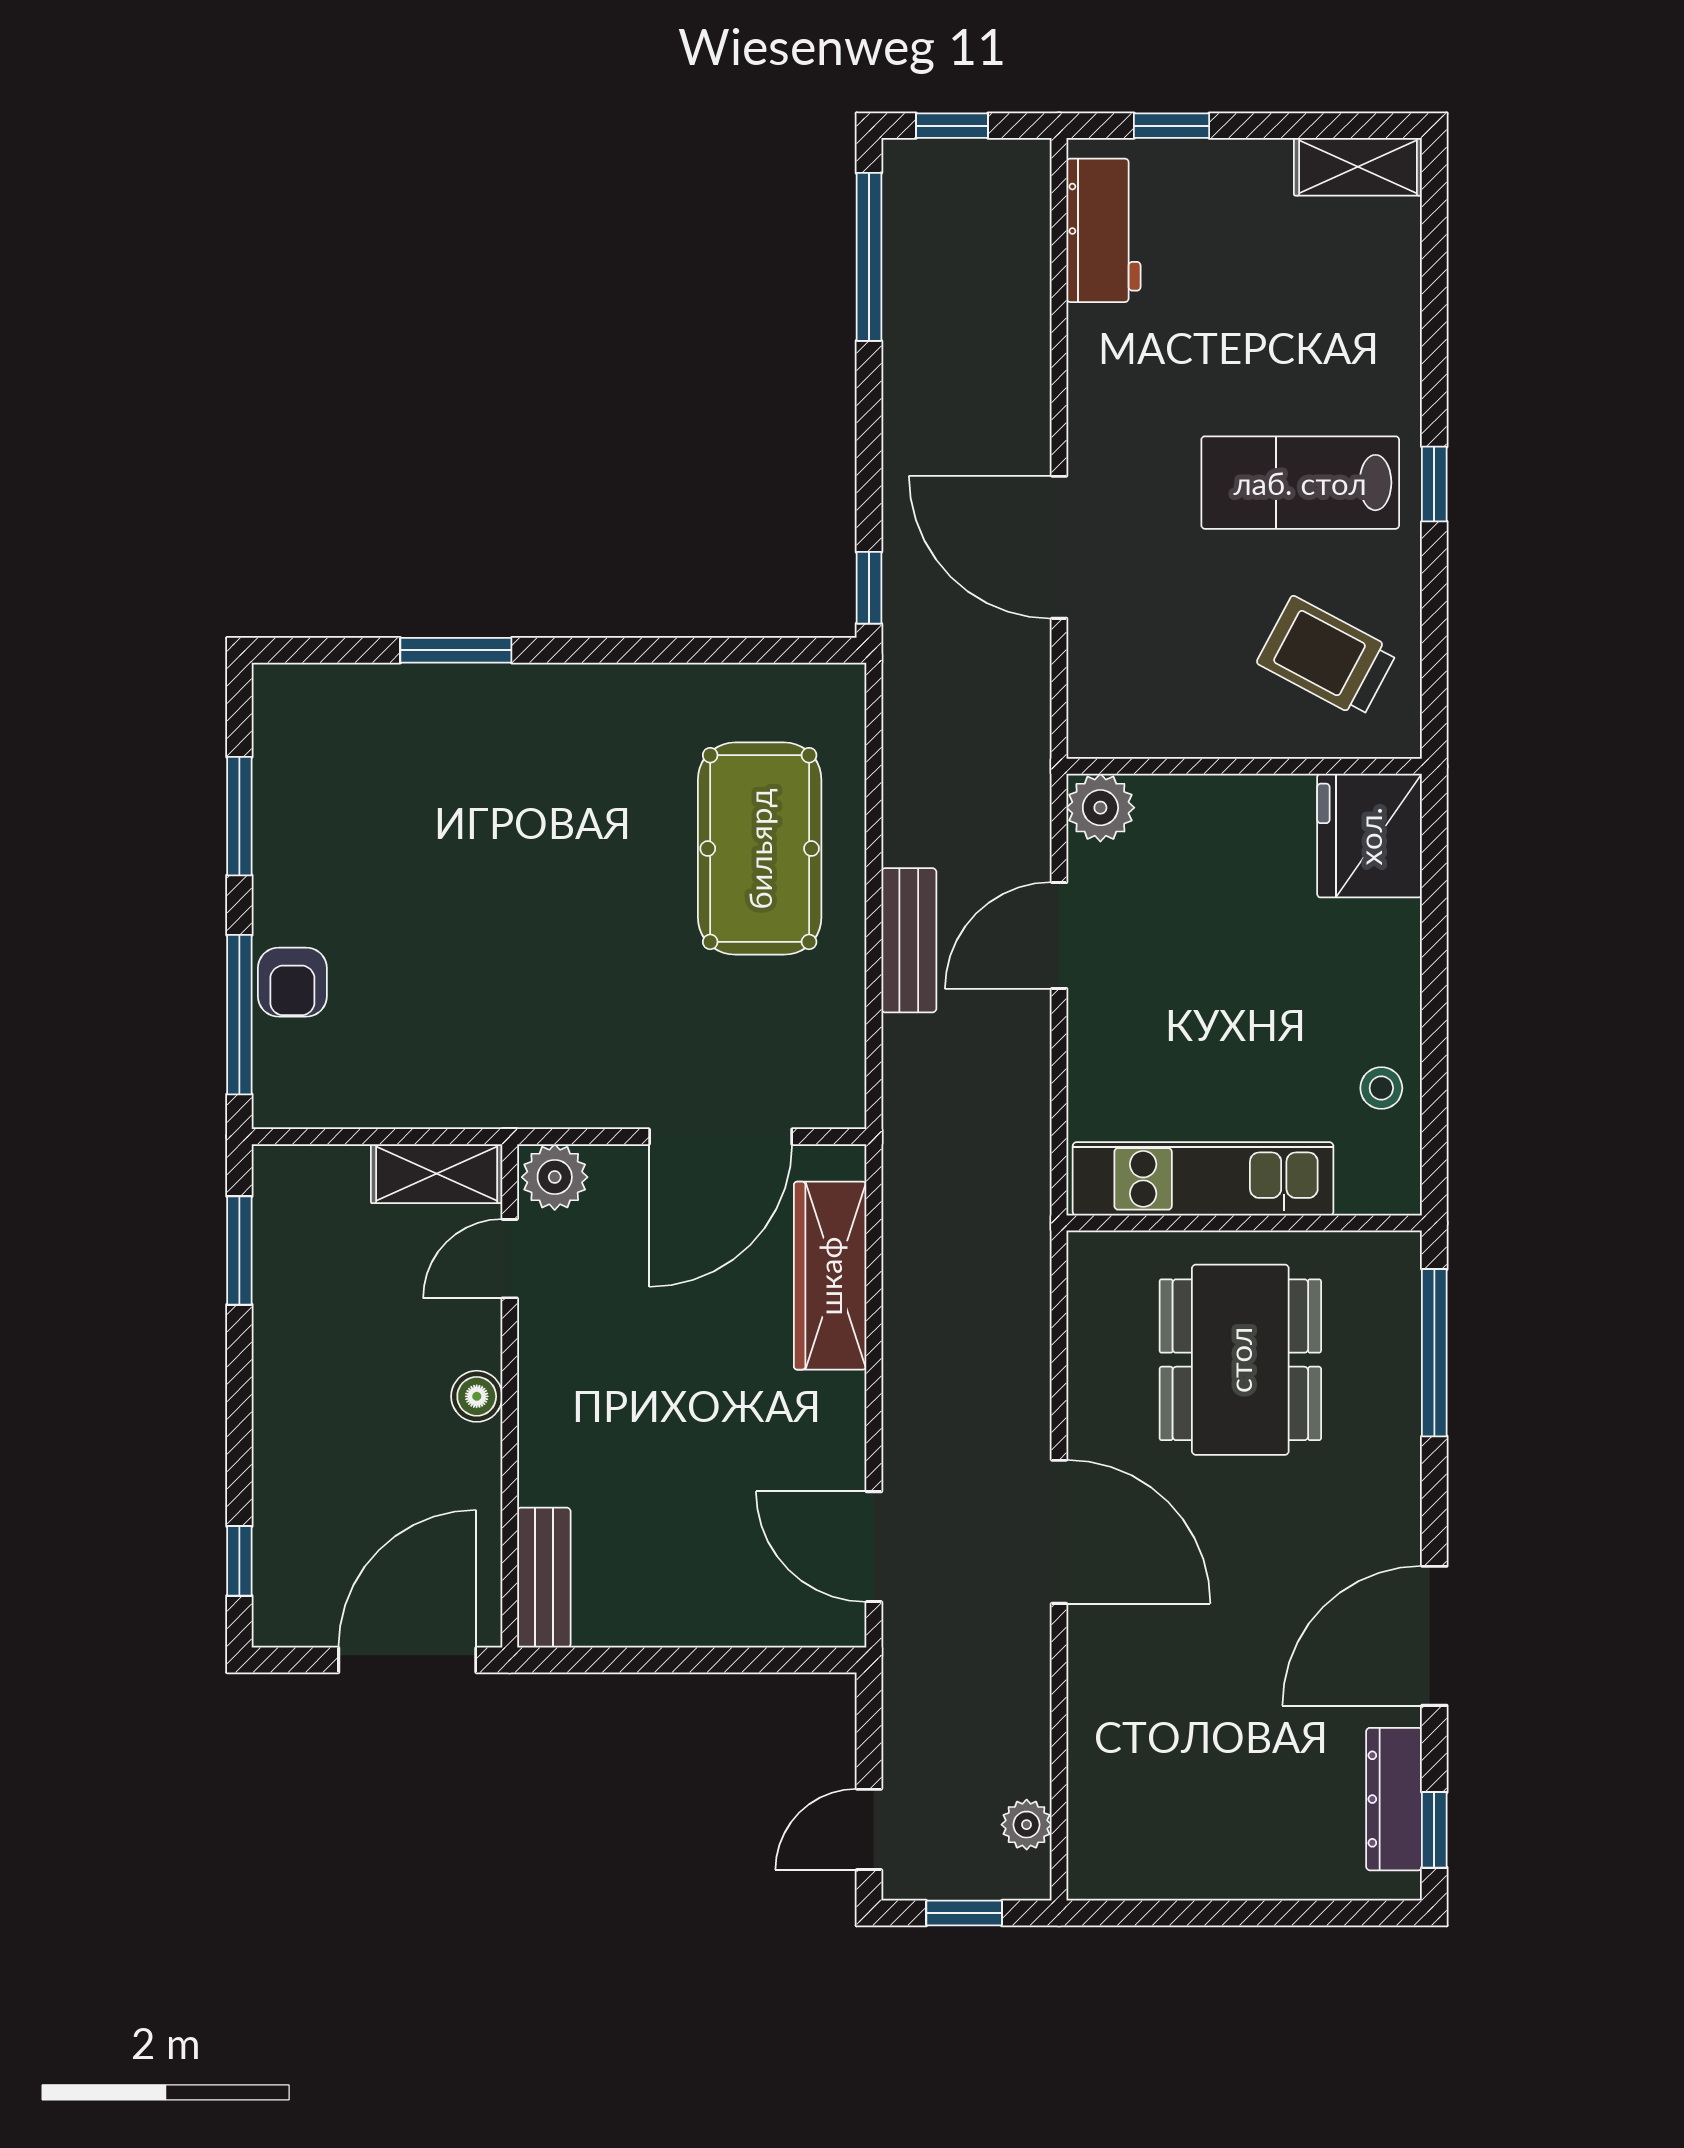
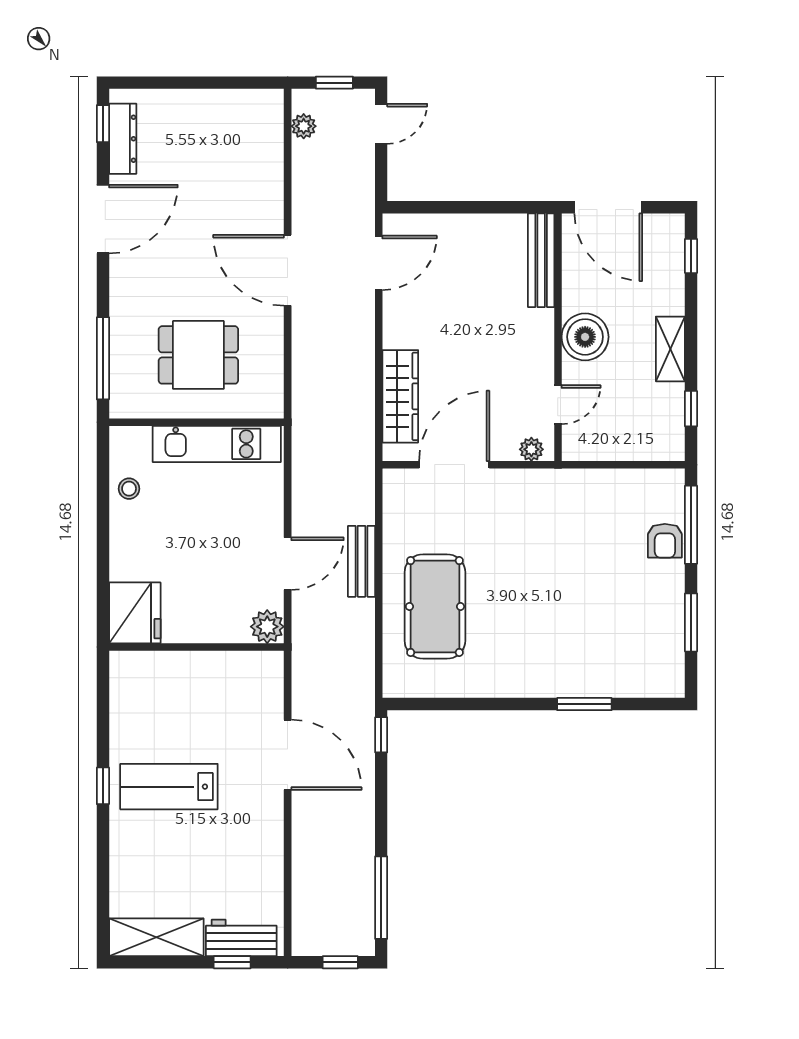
shelving: (1358, 167) -> (156, 937), width x1.50, depth x1.33
workbench: (1103, 230) -> (241, 938), moved, turned 90
lab bench: (1300, 483) -> (169, 787), turned 180
trolley: (1327, 657) -> (156, 701), removed
armchair: (292, 982) -> (665, 541), turned 180
shelving: (437, 1174) -> (670, 349), moved, turned 90
plant: (555, 1177) -> (531, 449), width x0.73, depth x0.73
window: (239, 1250) -> (691, 409), width x0.67
dining table: (1240, 1360) -> (198, 355), width x0.73
boiler: (477, 1396) -> (585, 337), width x1.86, depth x1.86
door: (874, 1547) -> (379, 263), hinge flipped
bench: (544, 1578) -> (541, 260), width x1.36
door: (407, 1660) -> (608, 207), hinge flipped

